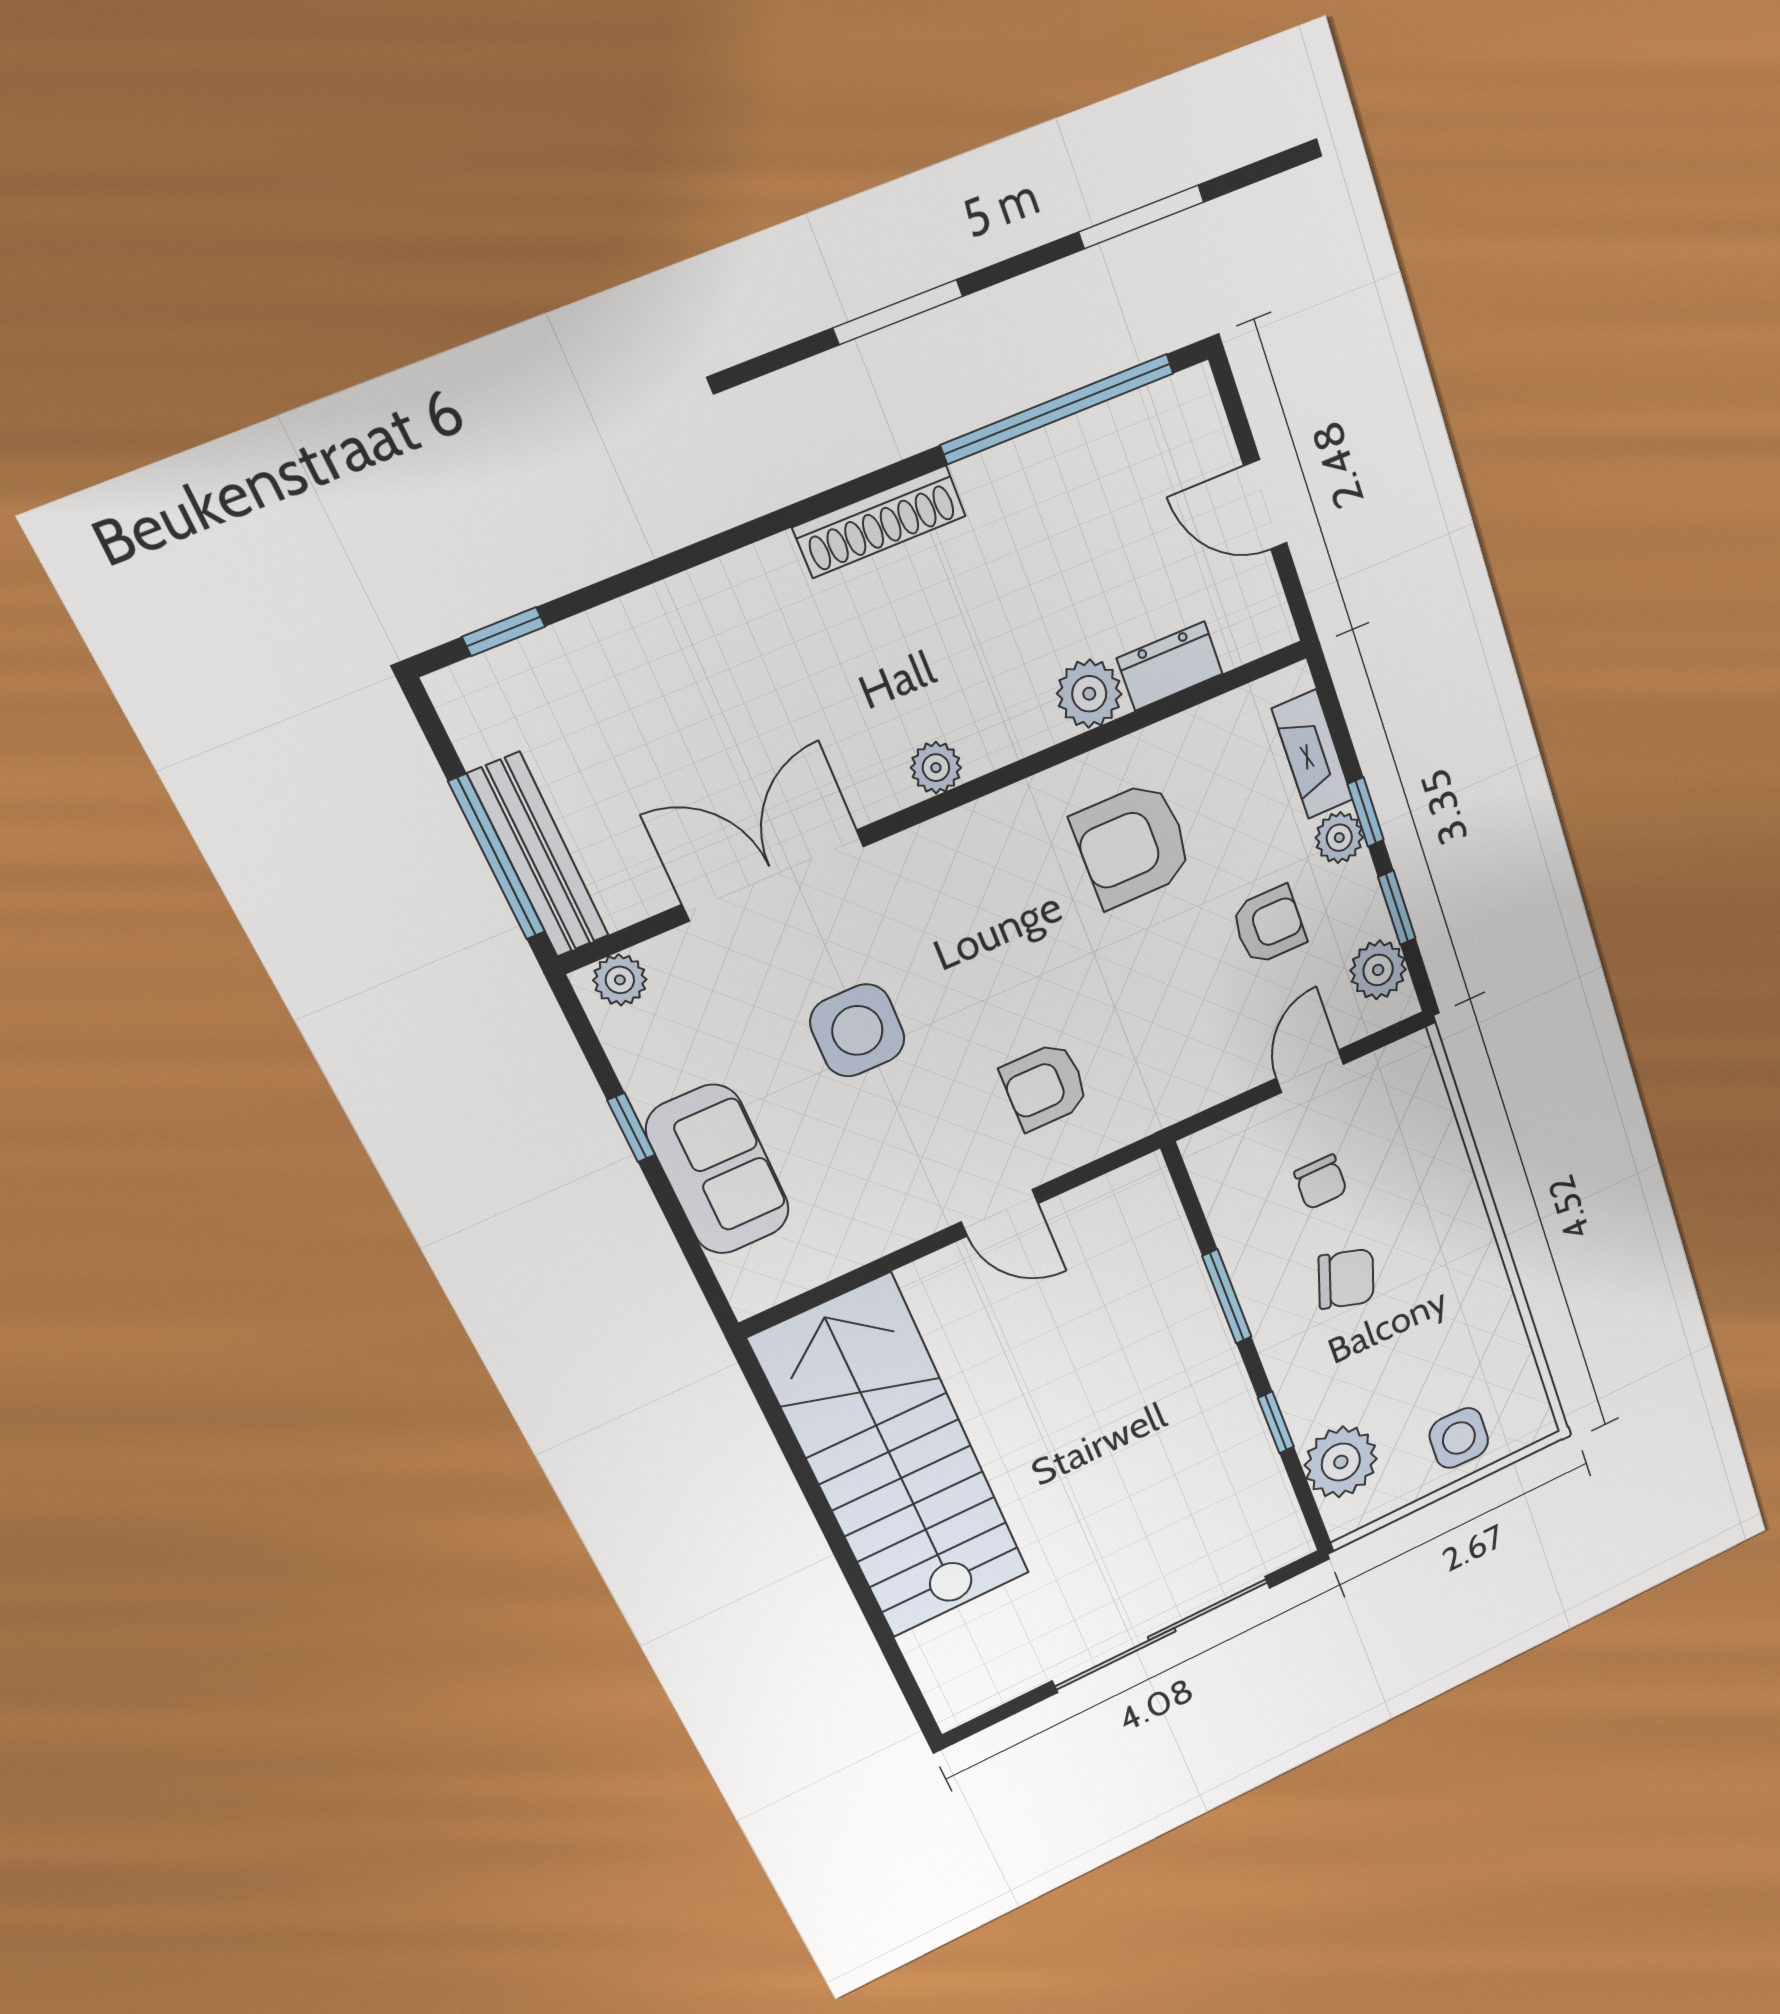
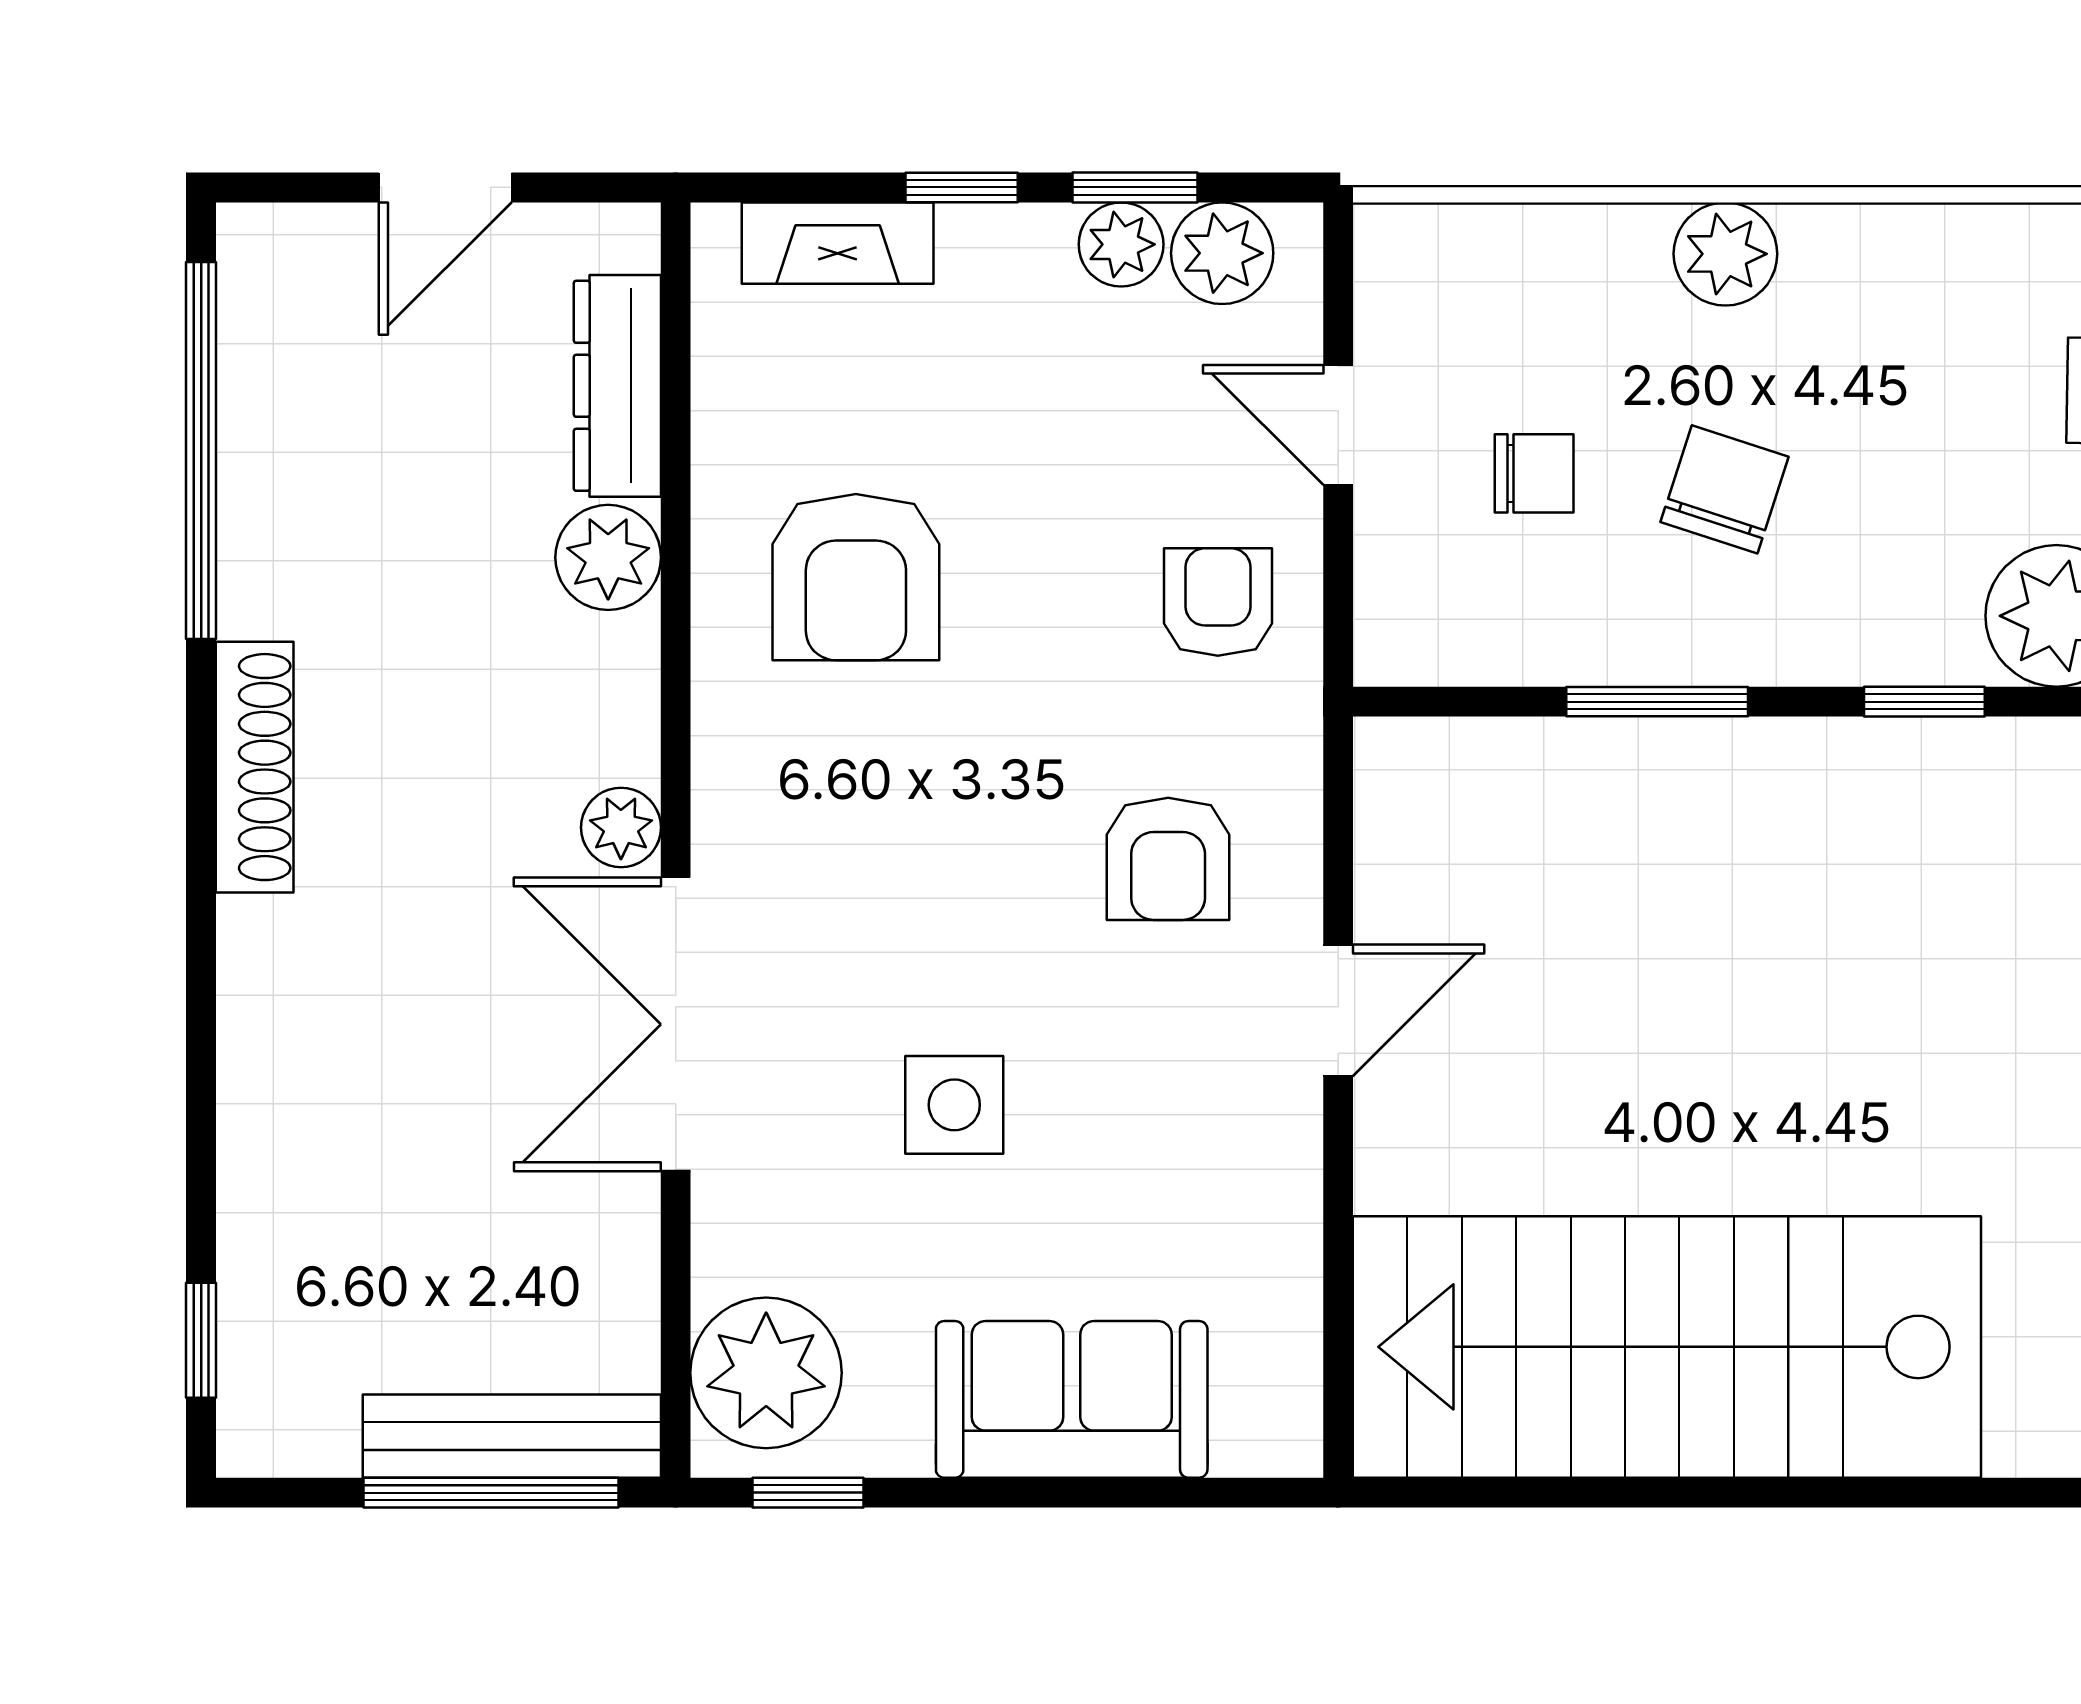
dresser: (1170, 666) -> (617, 386), width x1.44
plant: (1339, 838) -> (1121, 244), moved
double door: (773, 875) -> (676, 1024), moved
armchair: (1269, 925) -> (1218, 602), moved
plant: (620, 980) -> (766, 1373), width x1.87, depth x1.87
side table: (857, 1030) -> (954, 1105), width x0.73, depth x0.73
window: (631, 1128) -> (808, 1493), moved
plant: (1463, 1224) -> (1725, 254), added

